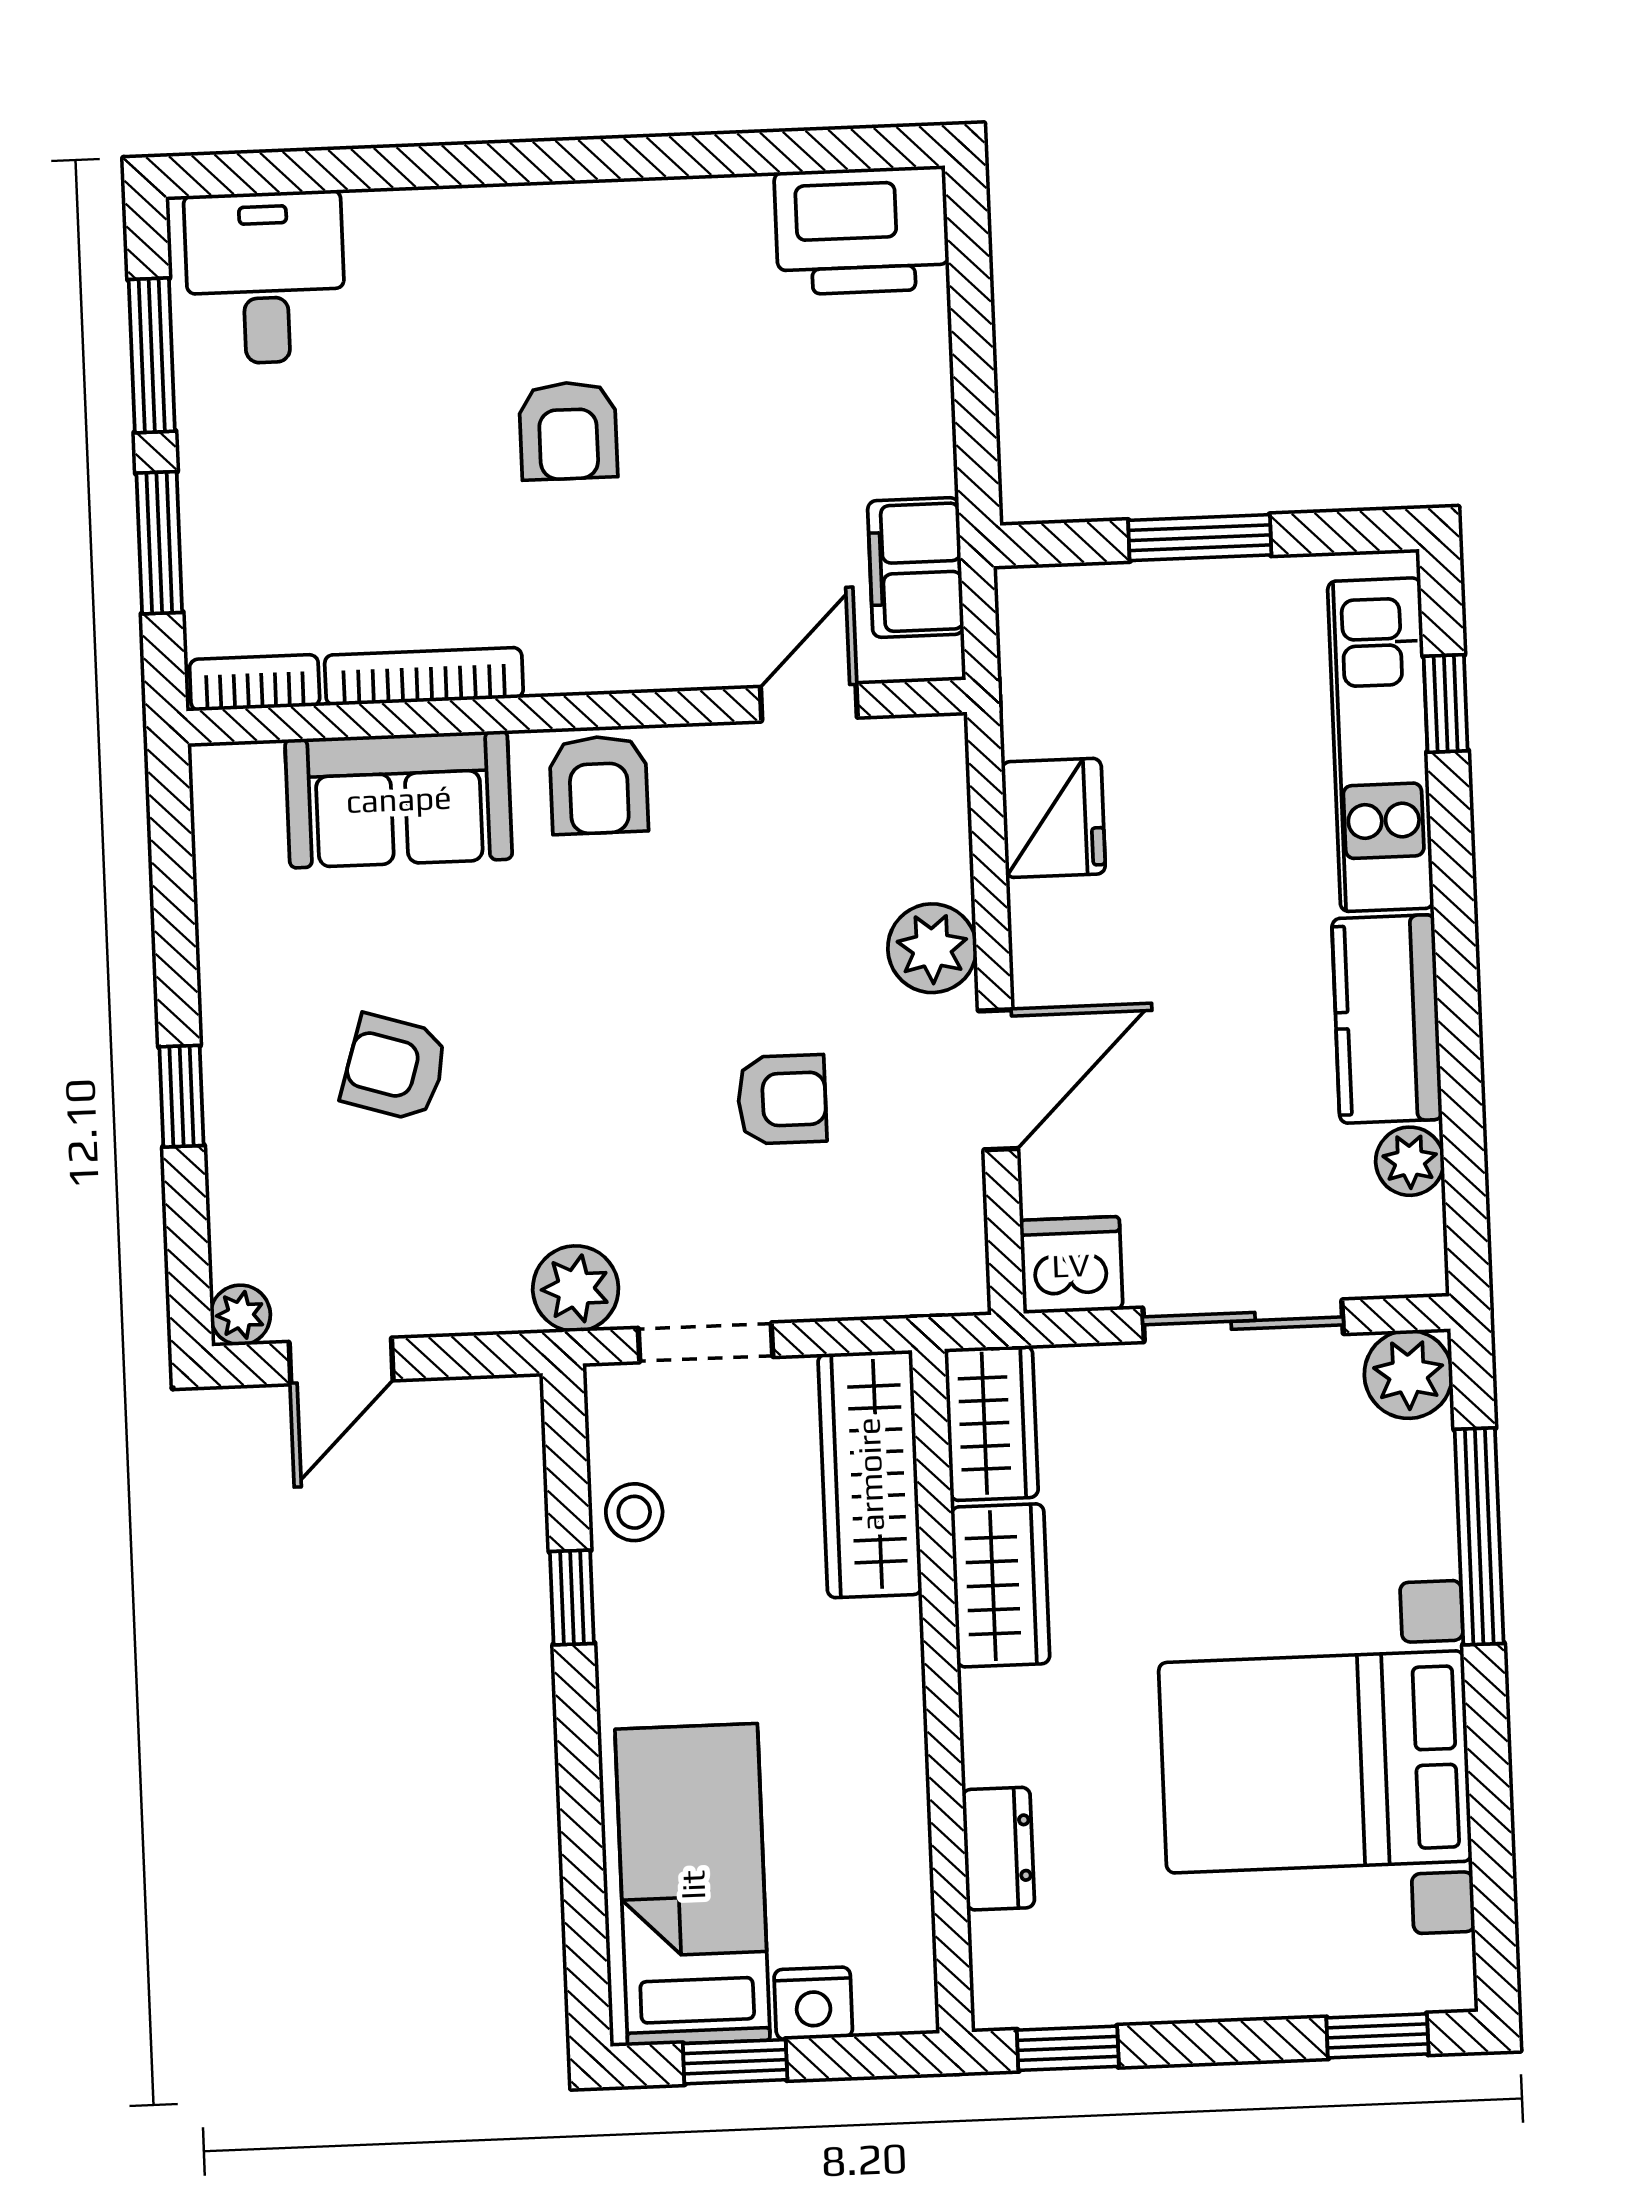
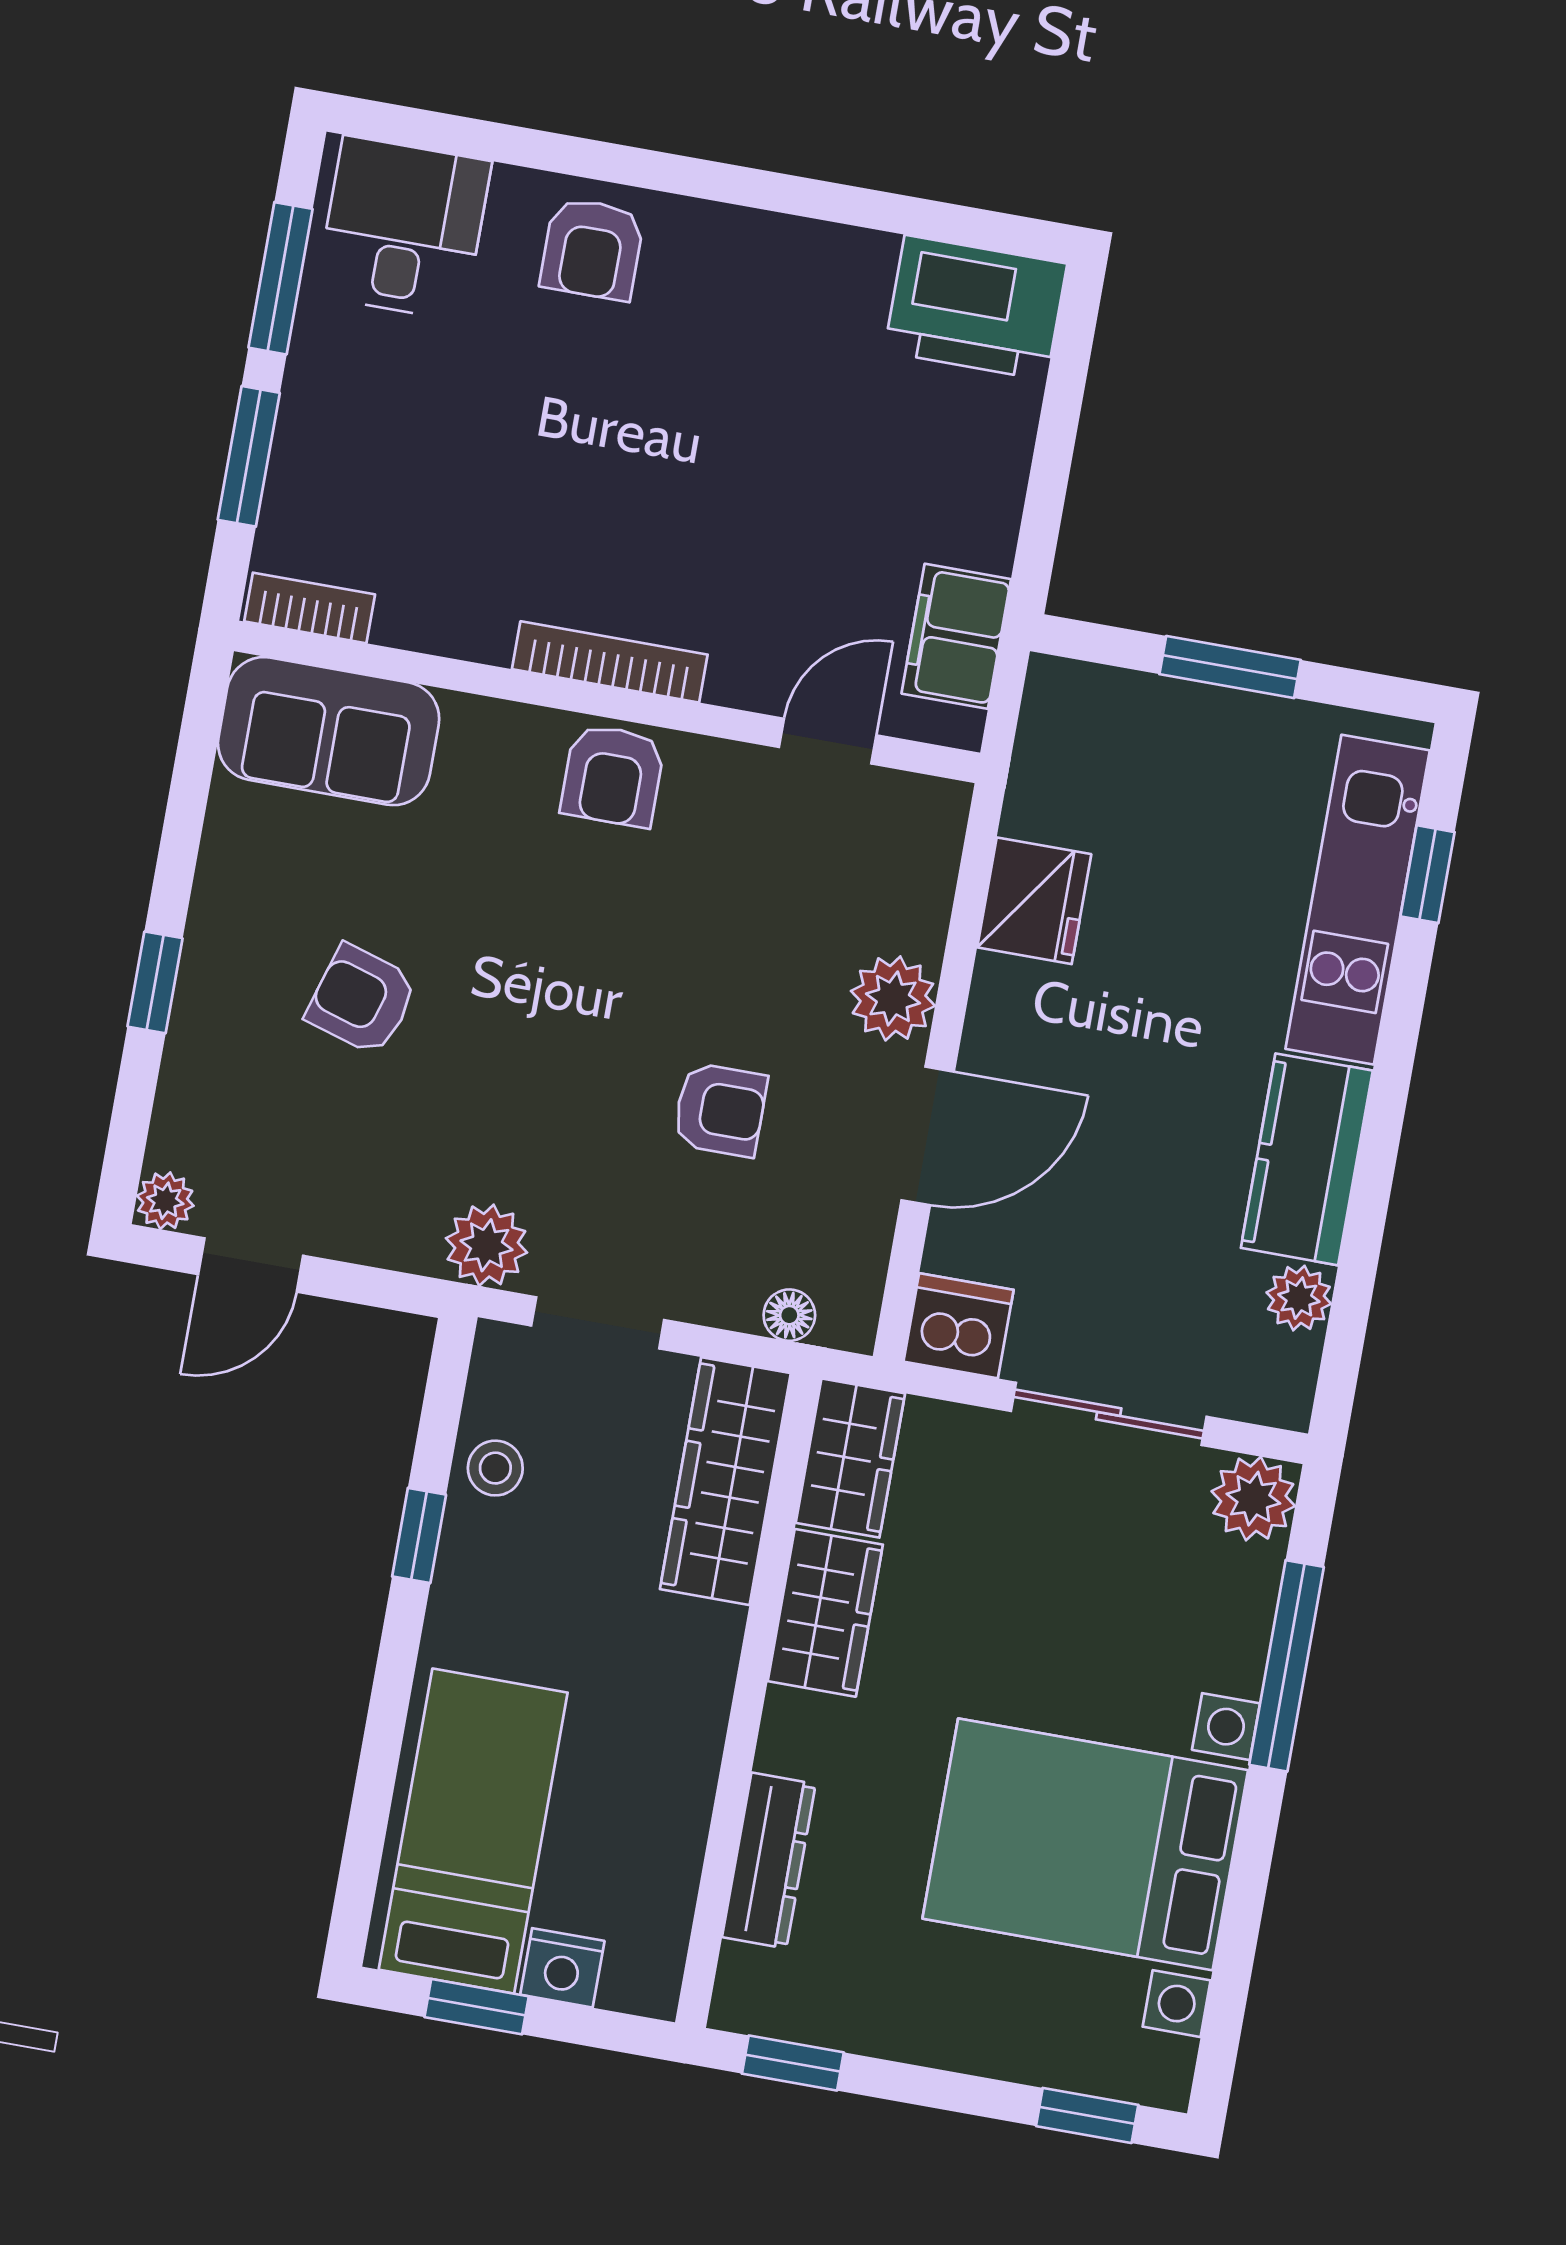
armchair: (568, 431) -> (592, 249), moved
bookcase: (424, 676) -> (610, 662), moved
sofa: (399, 799) -> (329, 731), moved
floor lamp: (898, 1292) -> (789, 1315), added
dresser: (998, 1849) -> (769, 1860), width x1.44

